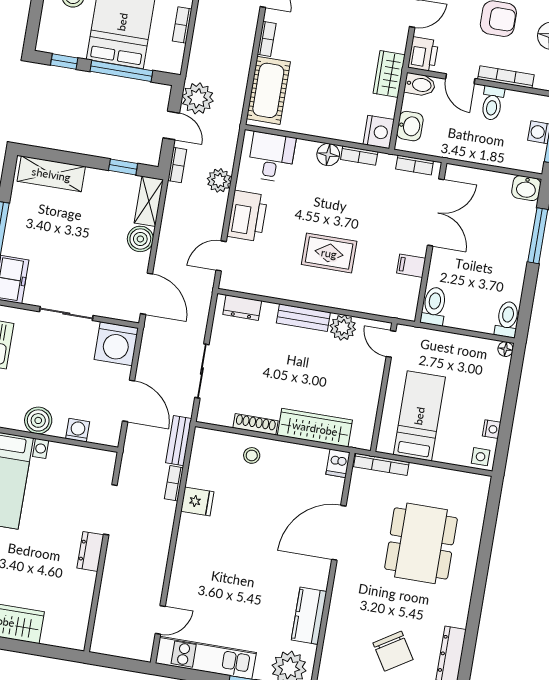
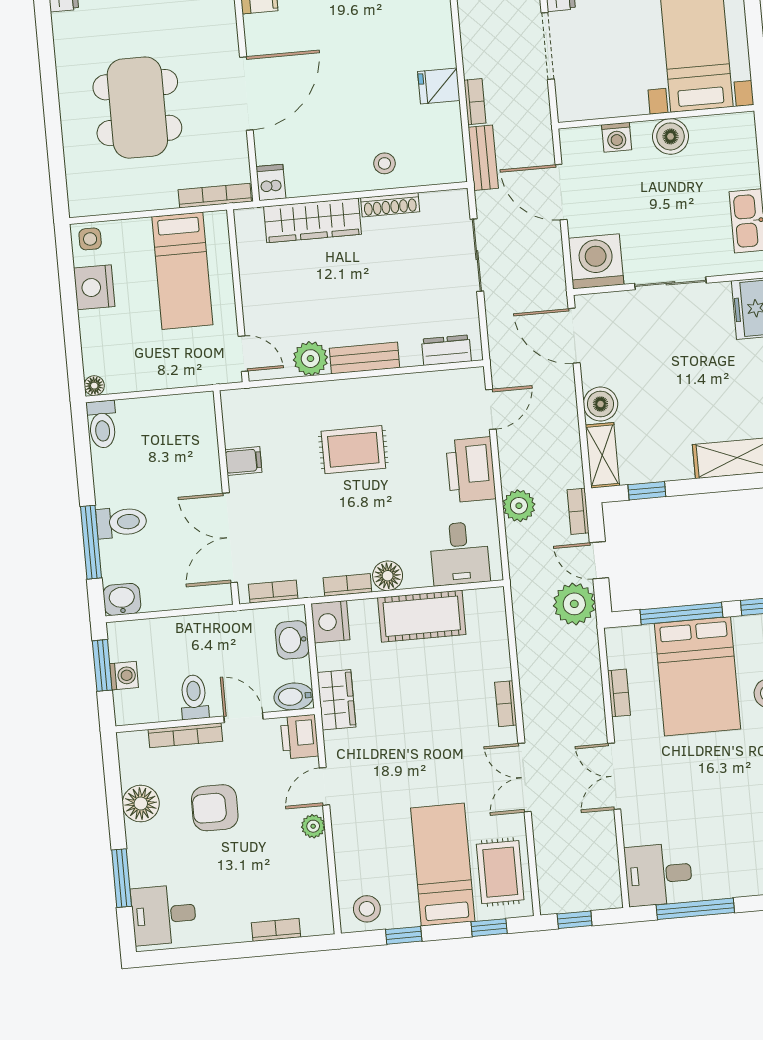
cot: (268, 90) -> (422, 616), moved, turned 90
toilet: (434, 306) -> (122, 522), moved, turned -90
nightstand: (492, 429) -> (94, 287), width x1.89, depth x1.79

